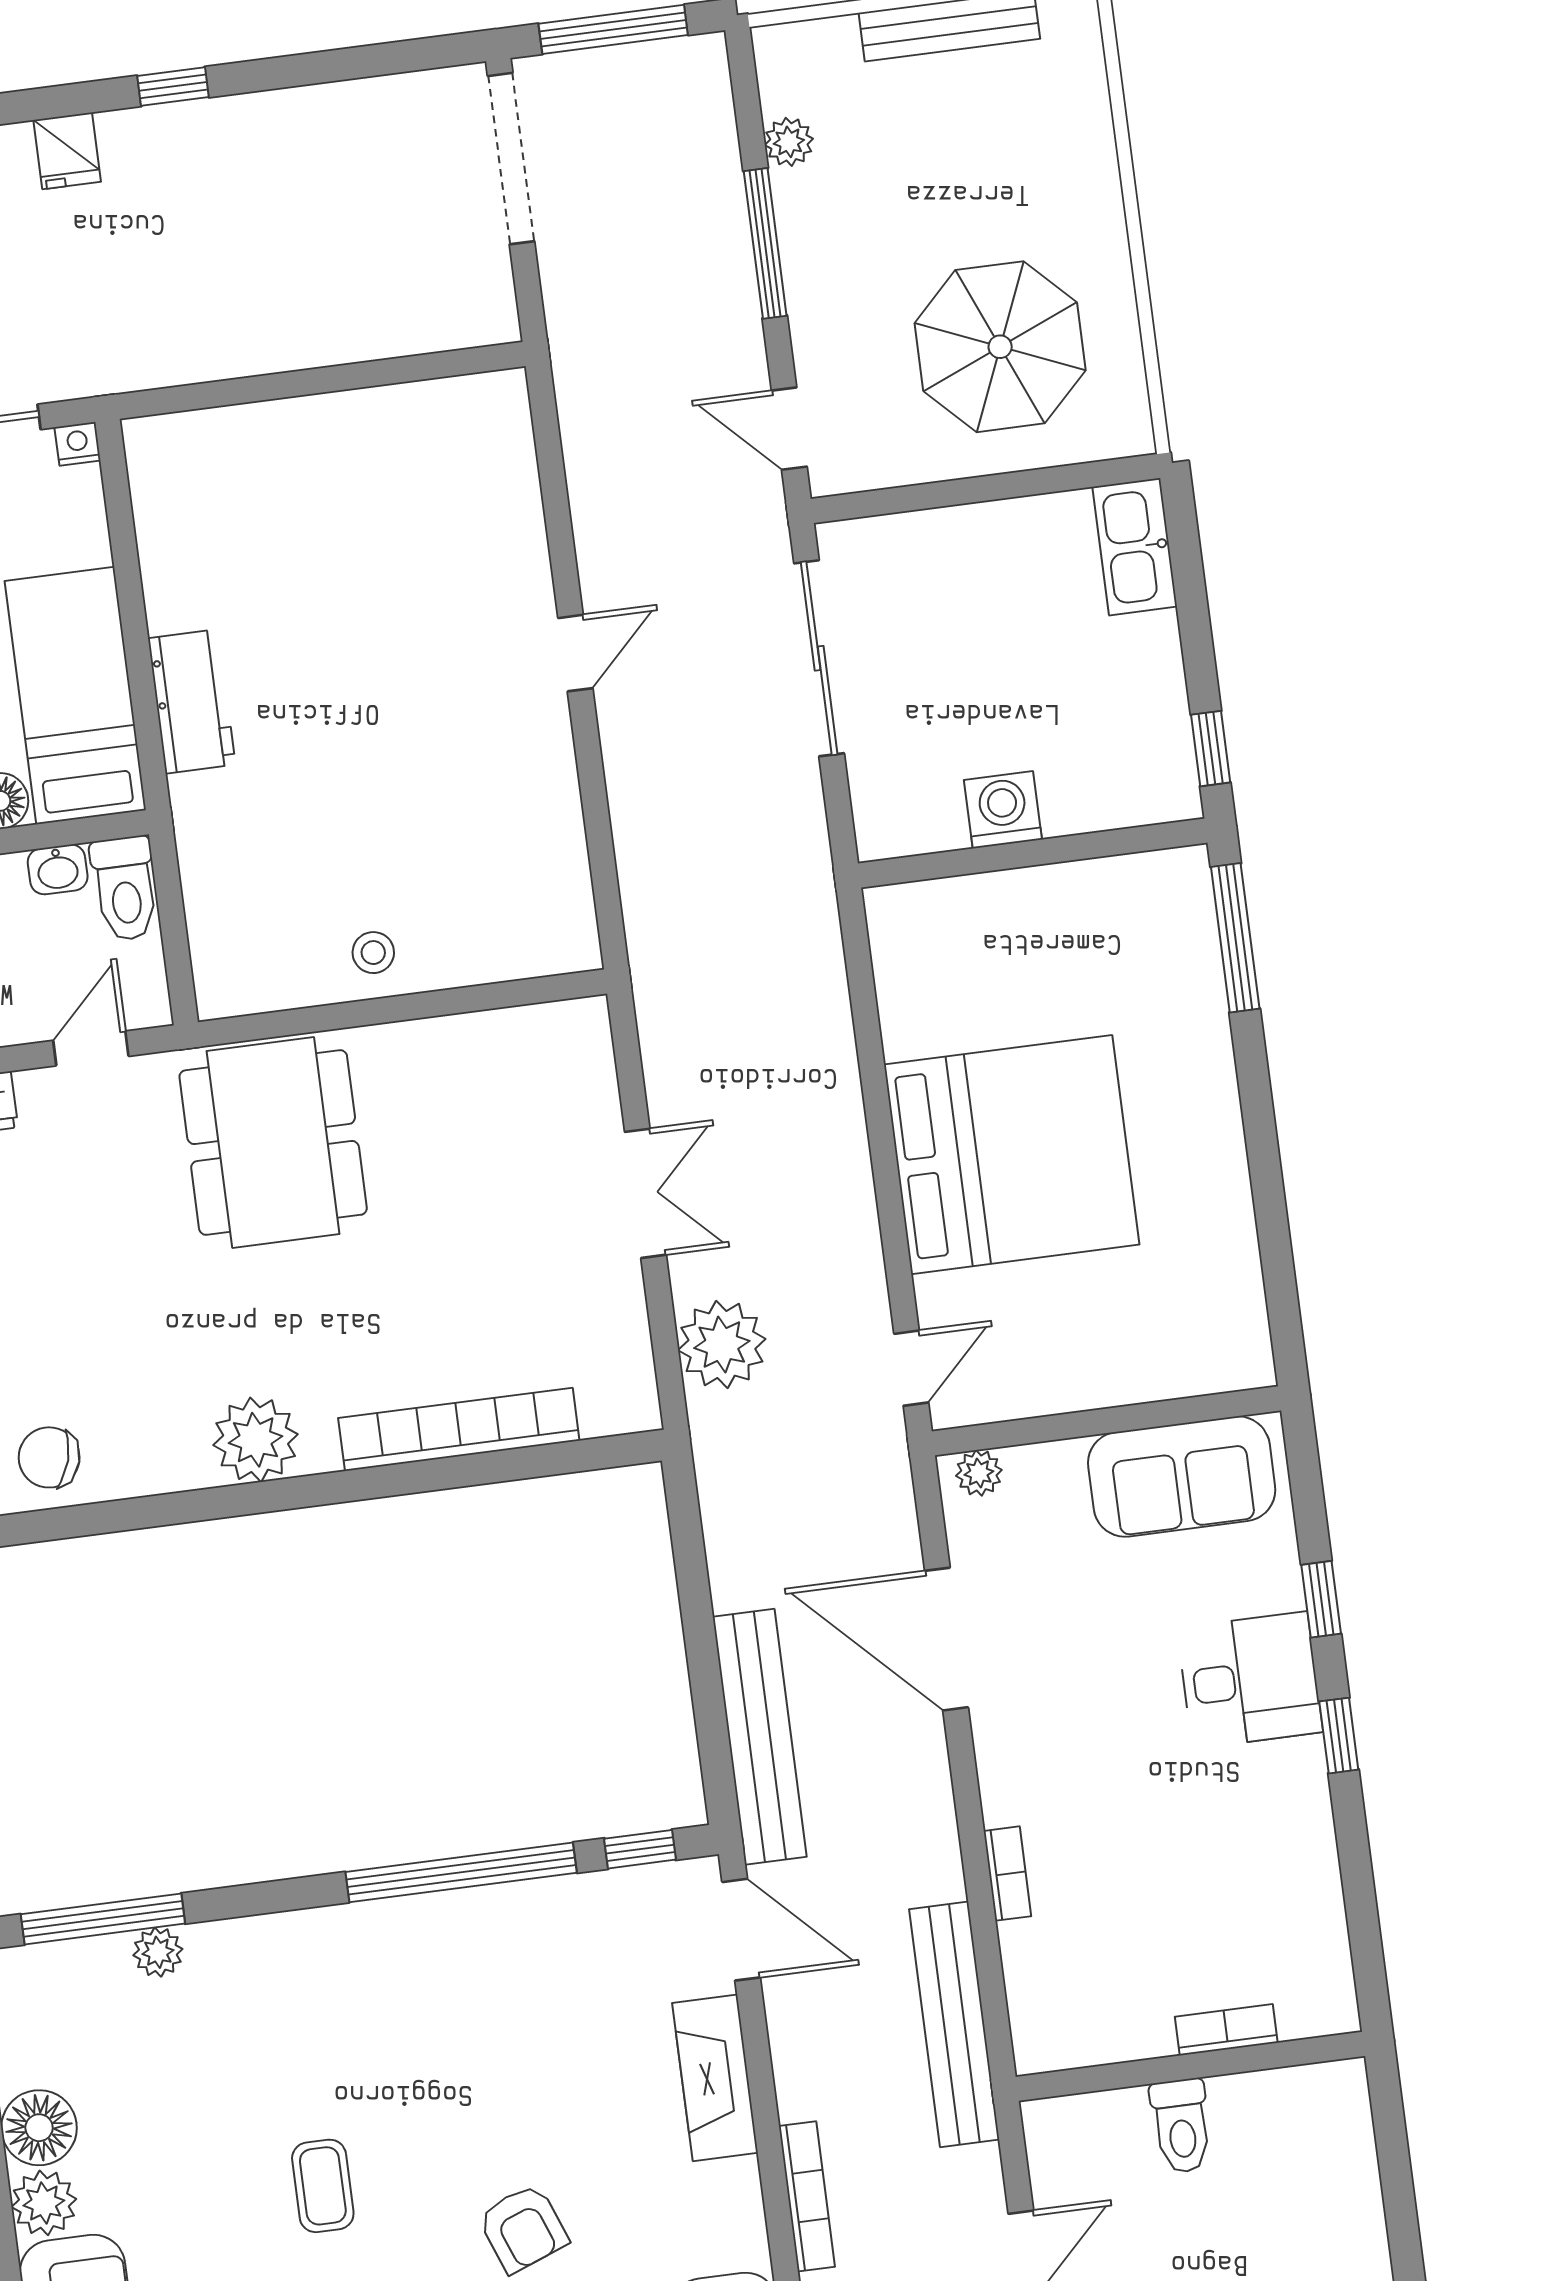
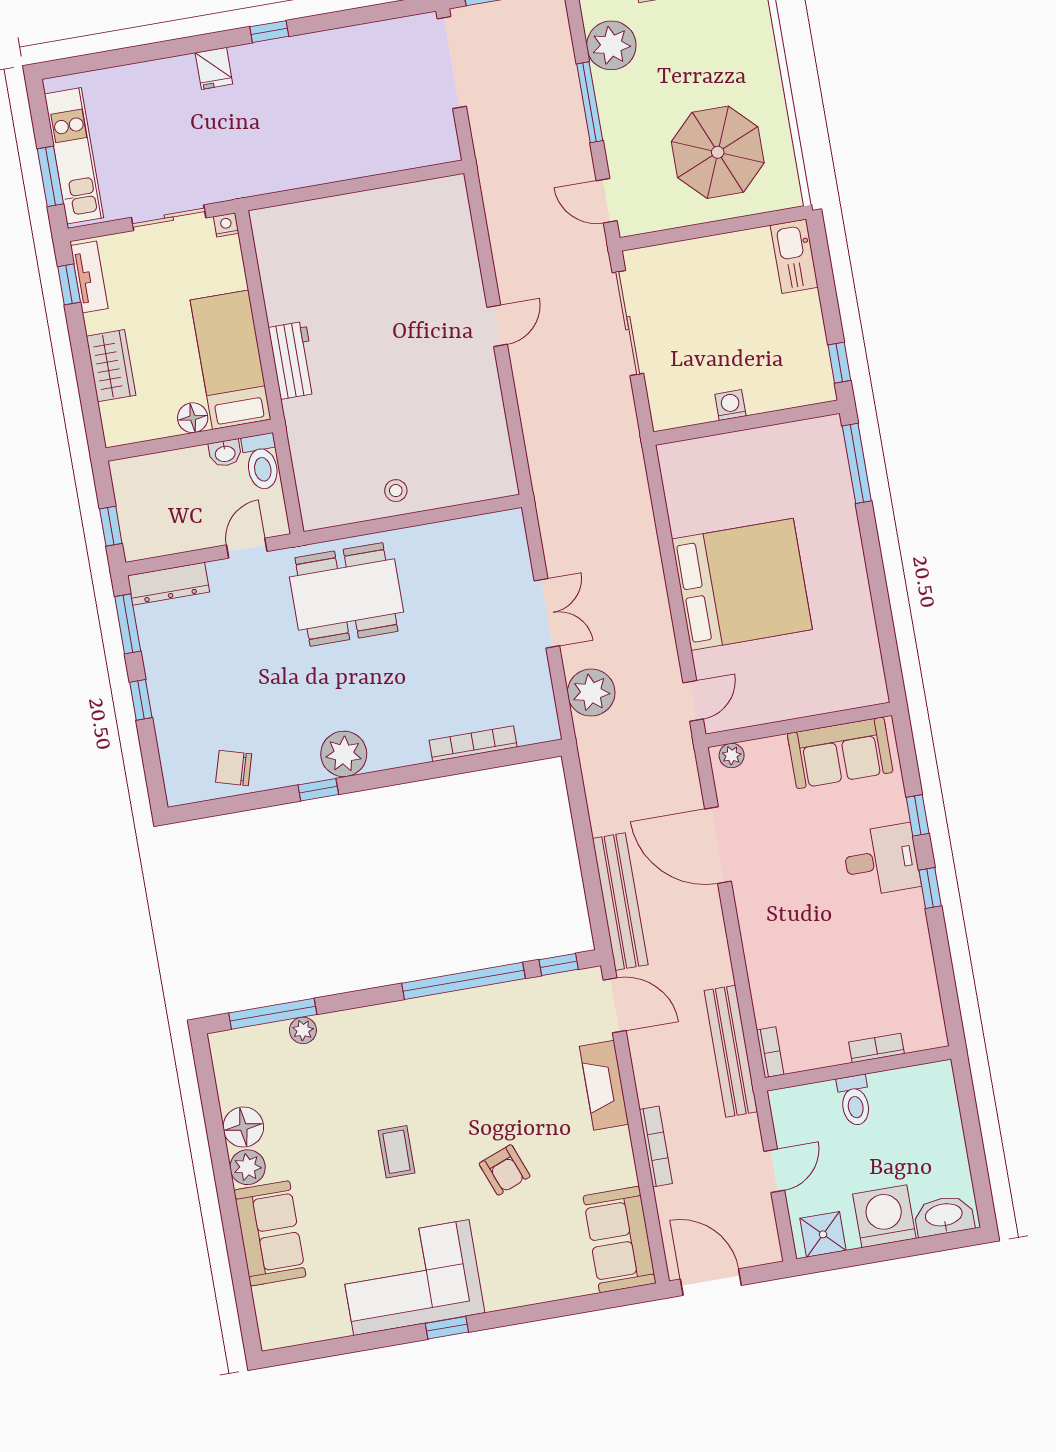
plant: (789, 142) -> (611, 45), width x1.87, depth x1.87
washing machine: (1003, 810) -> (730, 405), width x0.73, depth x0.73
dining table: (273, 1143) -> (346, 594), turned 90
bookcase: (459, 1429) -> (473, 744), width x0.68, depth x0.76
window: (205, 1505) -> (318, 790), added
bookcase: (1007, 1874) -> (770, 1052), moved

